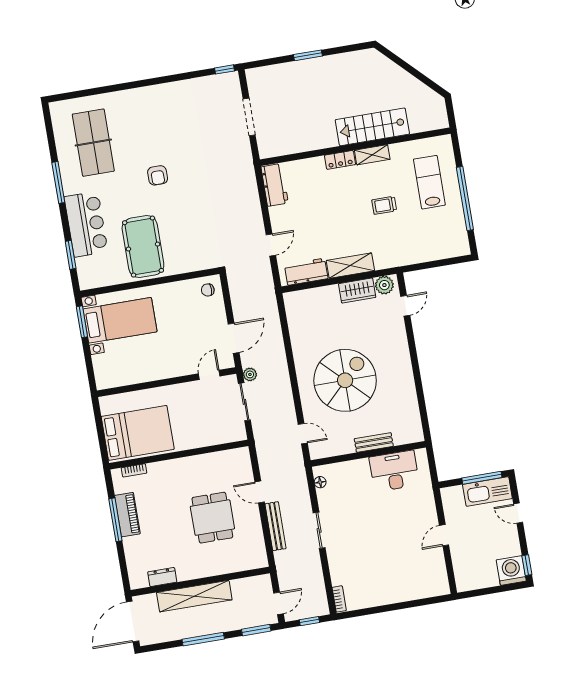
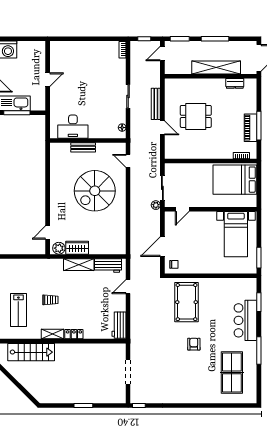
stairs: (372, 127) -> (31, 352), moved
pool table: (143, 247) -> (187, 302), moved
bed with nightstands: (120, 320) -> (236, 234), moved, turned -90
door: (234, 338) -> (162, 247), moved
dining table: (212, 518) -> (196, 116), turned 90

